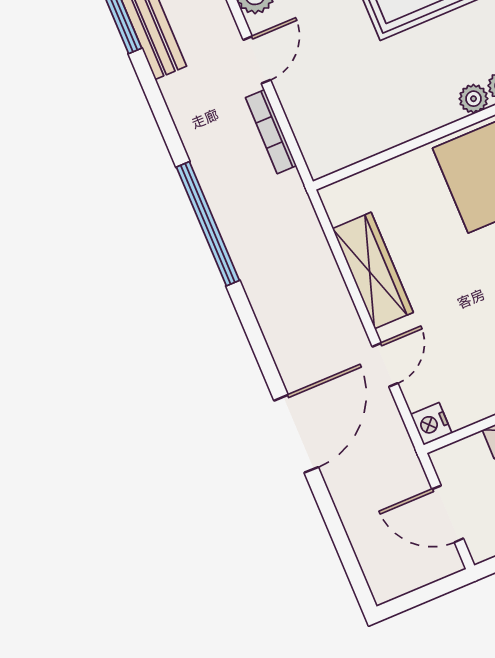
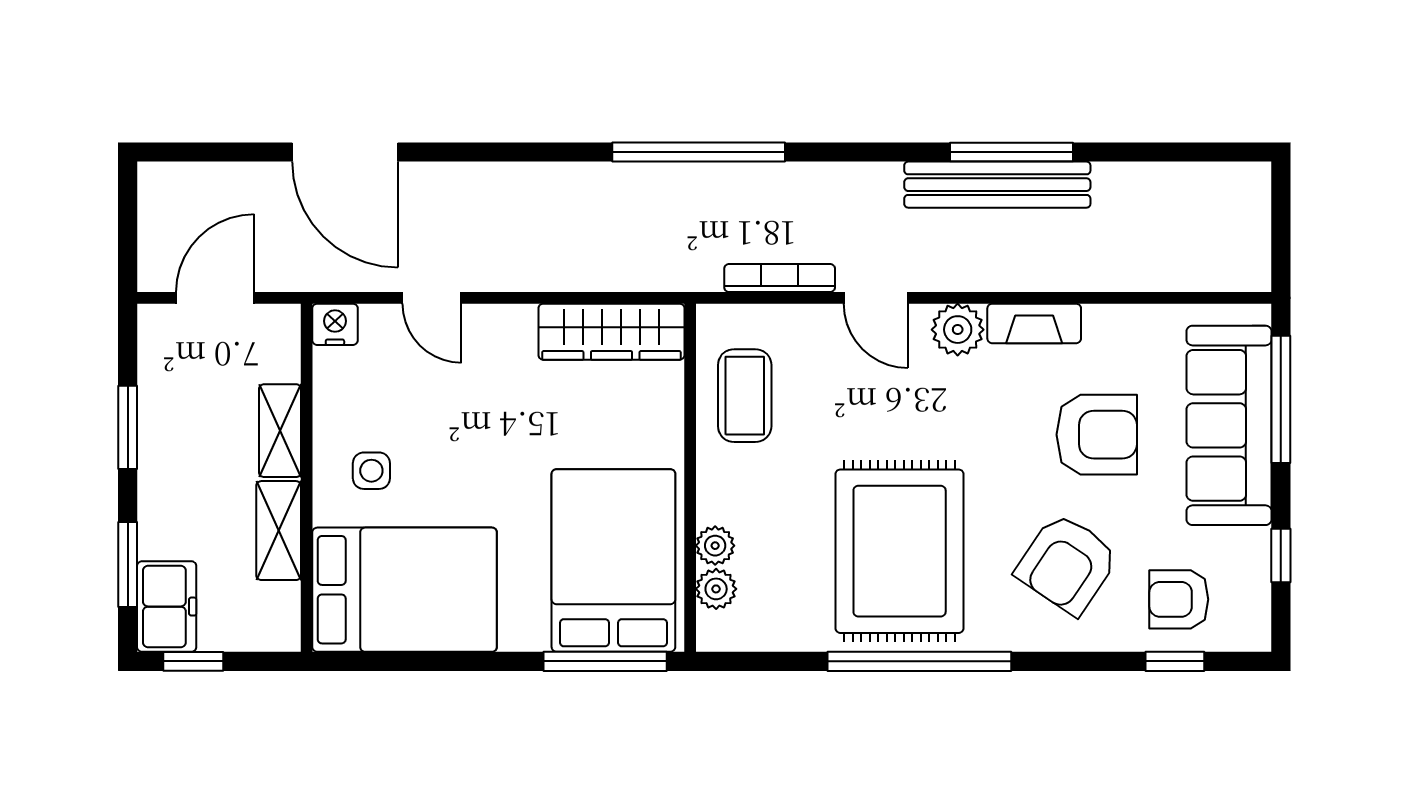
coffee table: (362, 122) -> (745, 396), added
wardrobe: (373, 271) -> (611, 332), moved
door: (296, 434) -> (345, 152), moved

